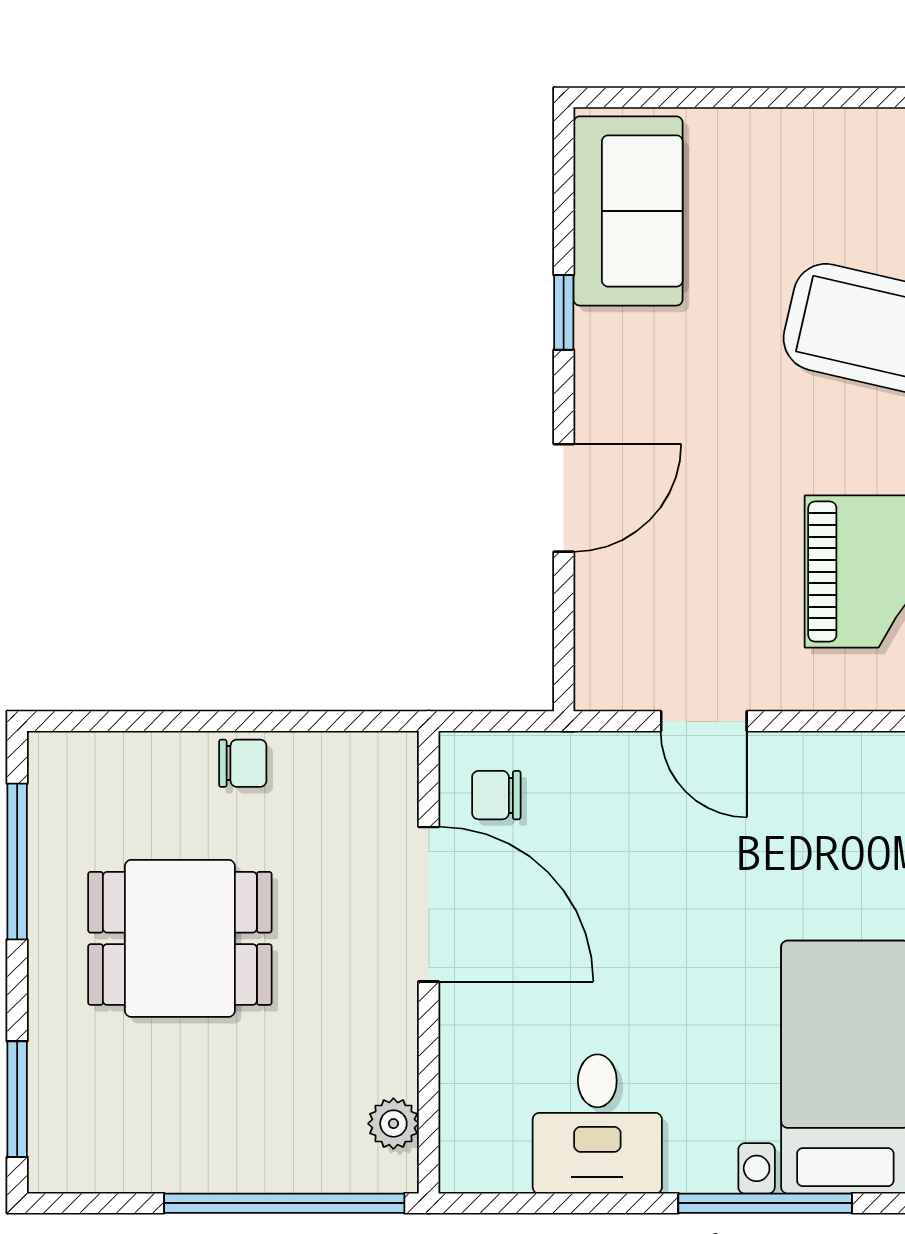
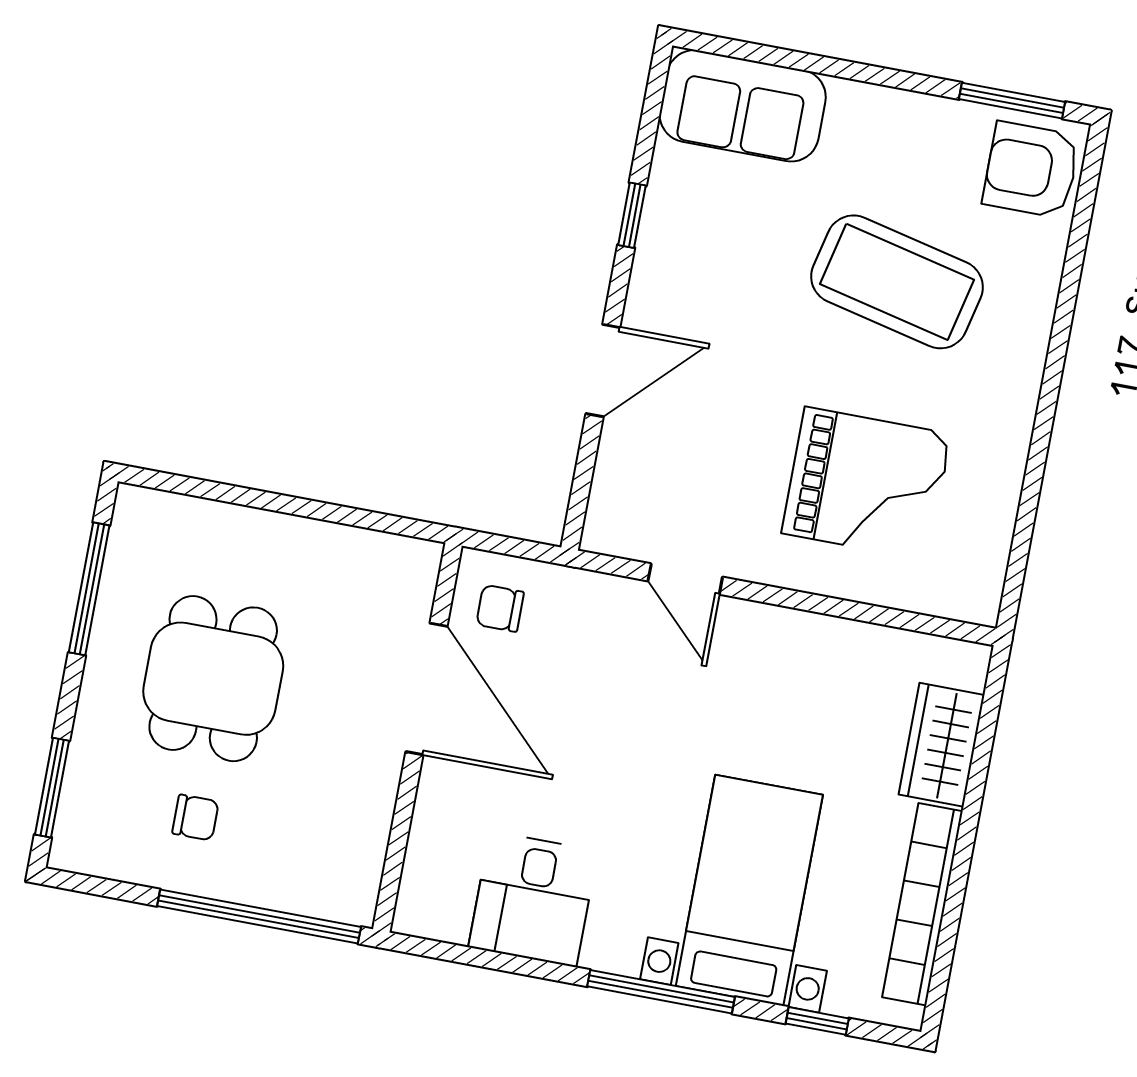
sofa: (628, 211) -> (743, 106), moved, turned 90
chair: (243, 763) -> (195, 818), moved
dining table: (180, 938) -> (213, 679), turned 90
plant: (393, 1124) -> (363, 867), removed

